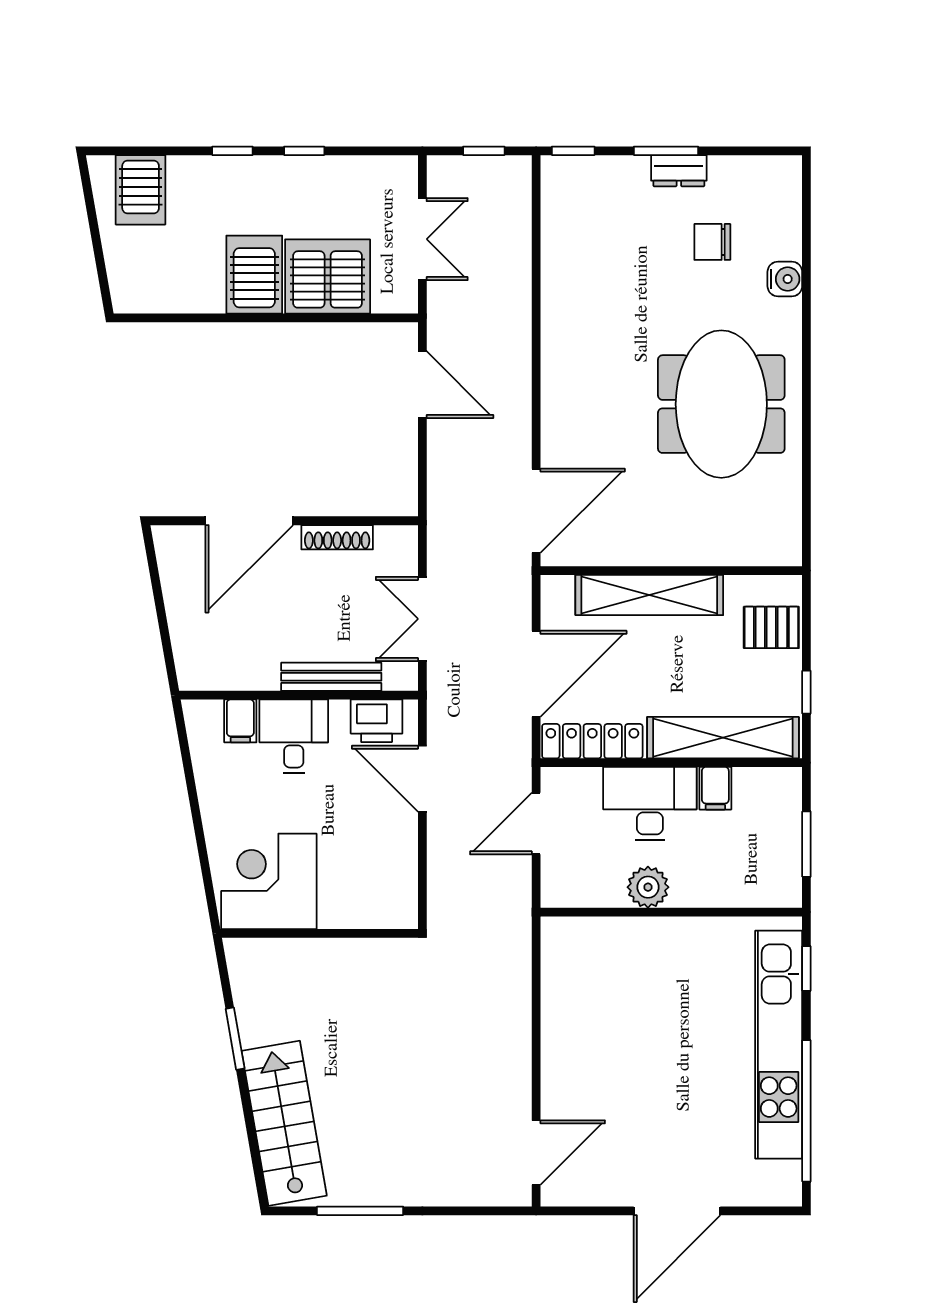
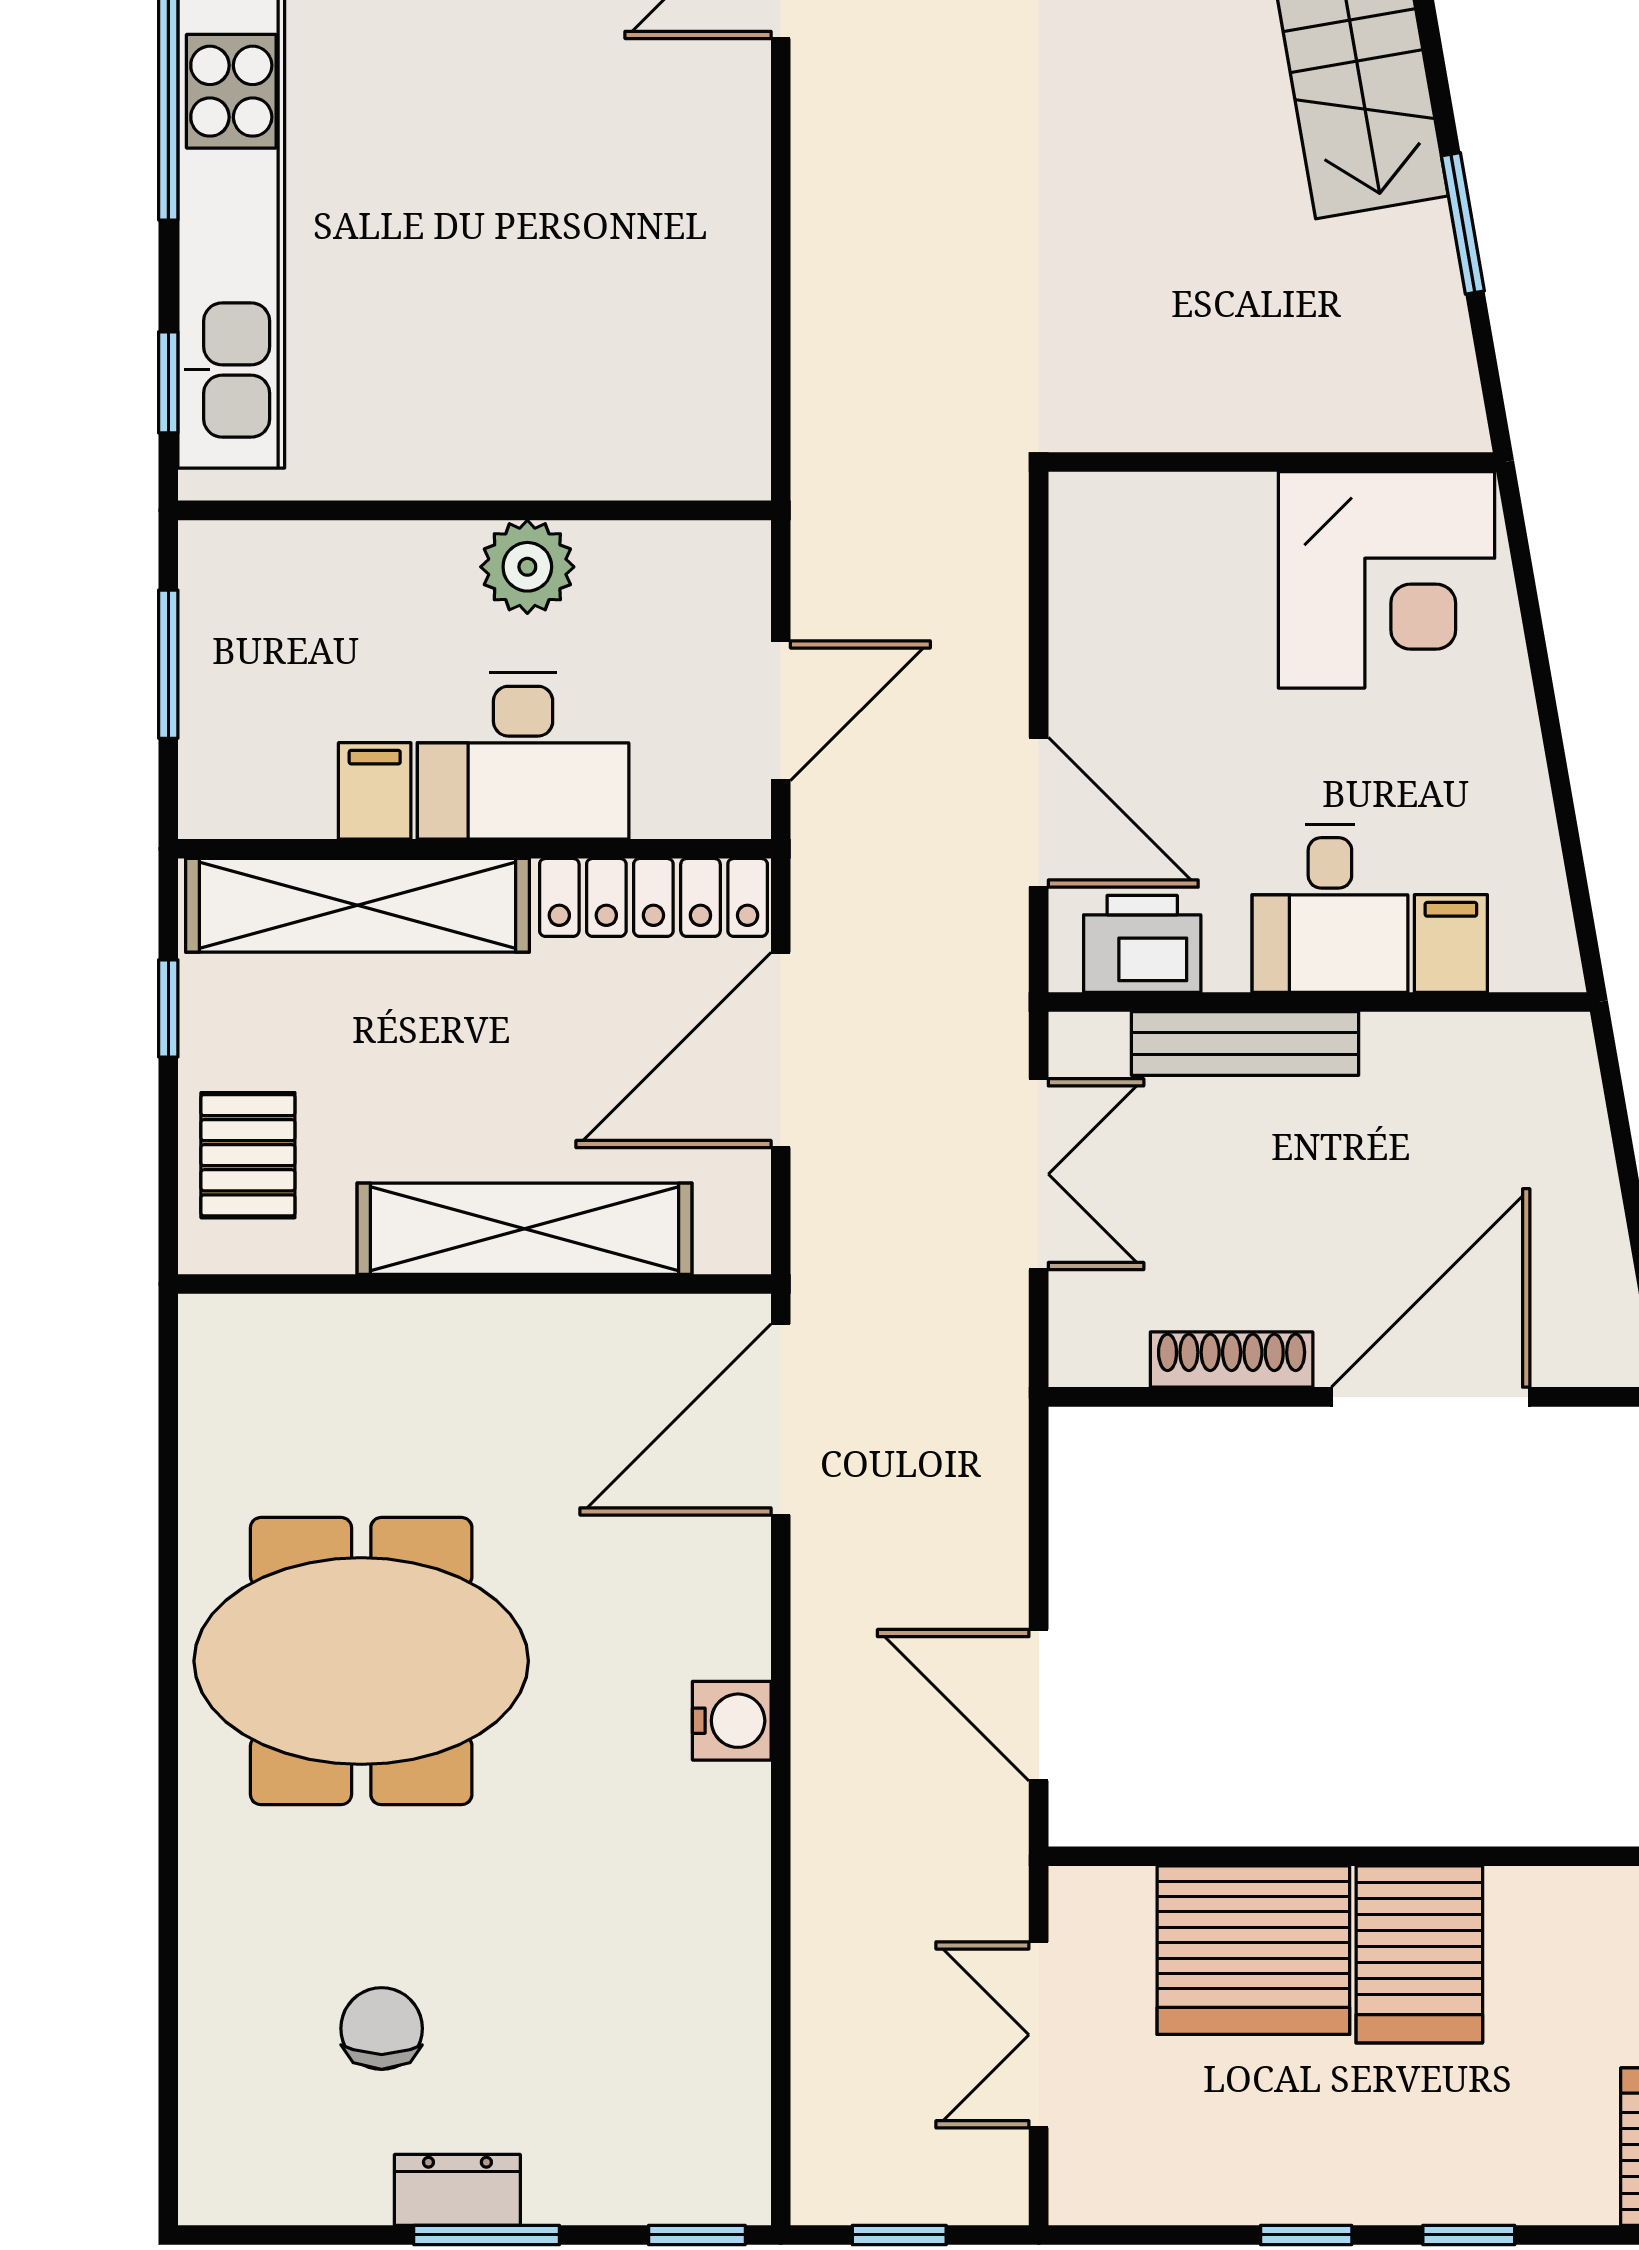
chair: (712, 242) -> (382, 2028), turned -90
water cooler: (785, 279) -> (732, 1721), moved, turned 180
meeting table: (721, 404) -> (361, 1661), turned 90
pallet: (771, 627) -> (248, 1155), turned 90

